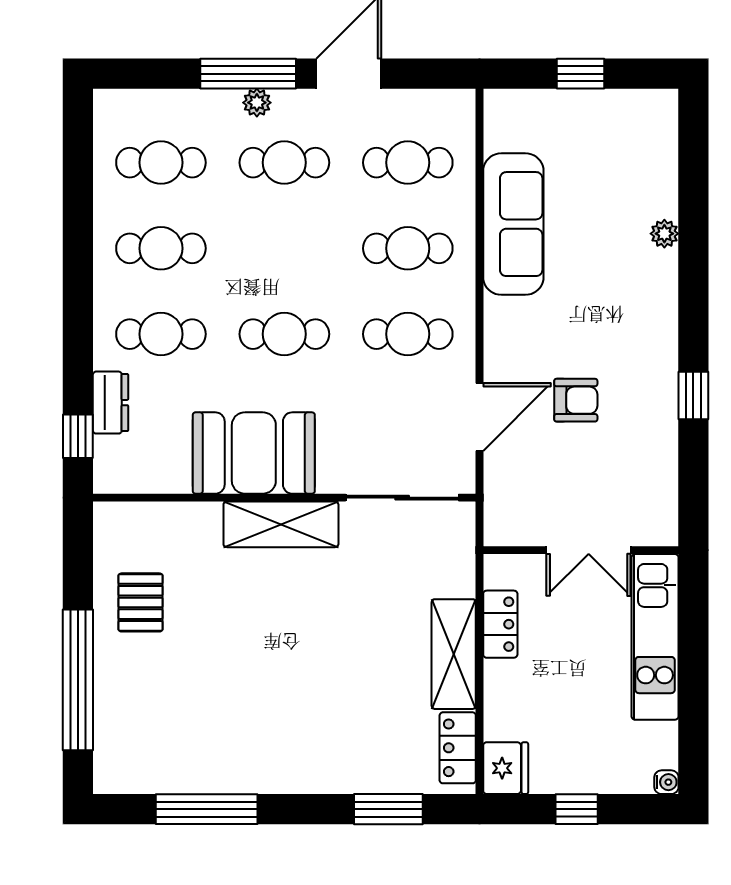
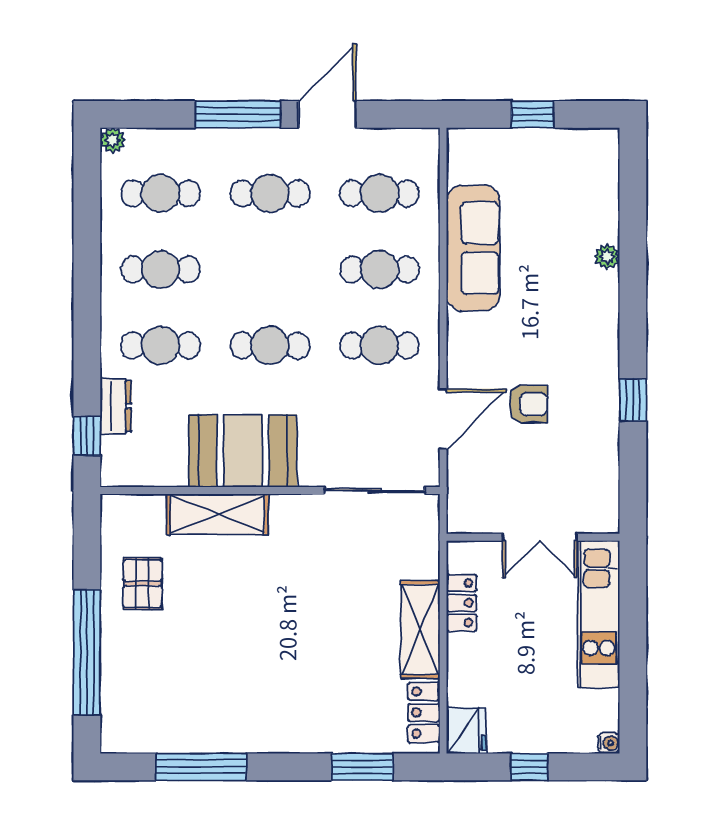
plant: (257, 103) -> (113, 140), moved
shelving: (281, 524) -> (218, 514), moved

